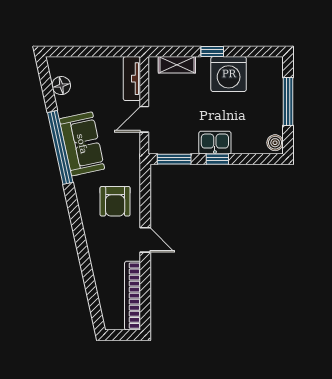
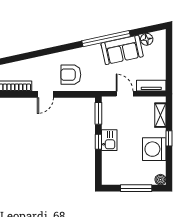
boiler: (275, 143) -> (160, 180), moved
sofa: (82, 144) -> (122, 50), moved

